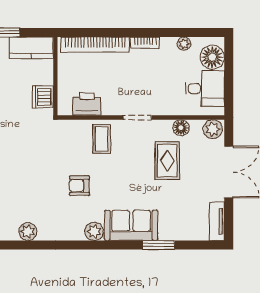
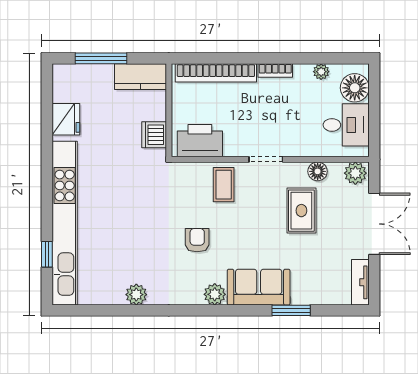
printer: (87, 104) -> (200, 141), width x1.37, depth x1.19
armchair: (79, 186) -> (197, 240), turned 90

